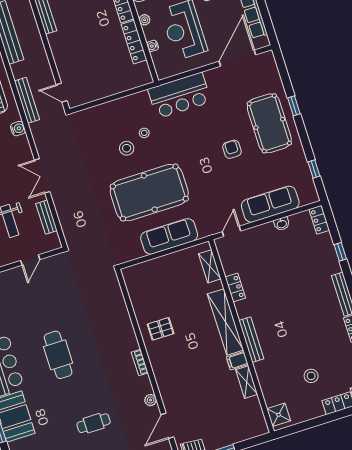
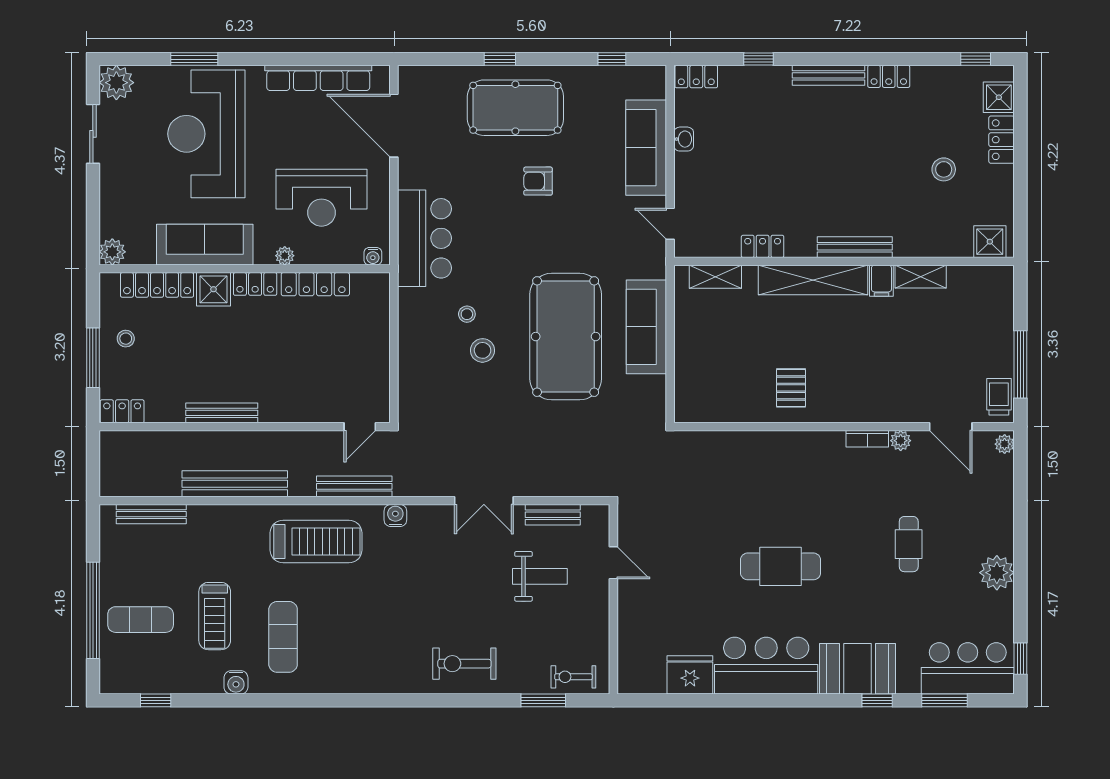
water cooler: (153, 46) -> (373, 256), moved
bookcase: (140, 363) -> (867, 439), moved

